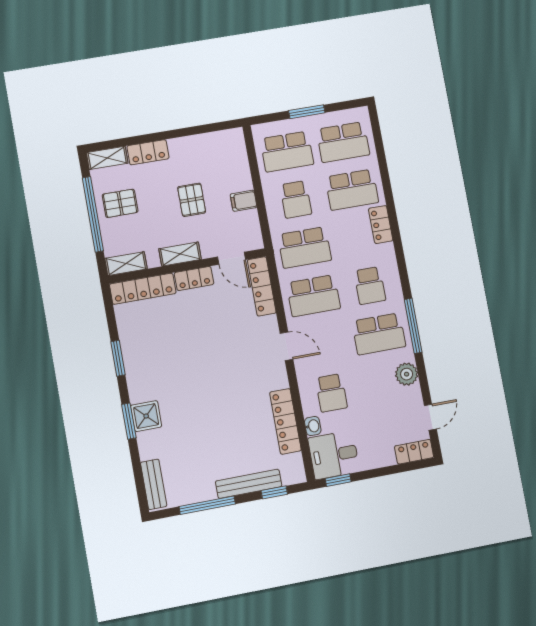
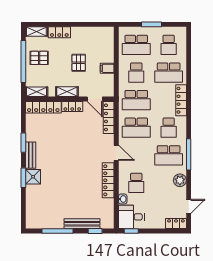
school desk: (343, 142) -> (169, 45), width x0.54
locker: (381, 225) -> (181, 100), width x1.53
locker: (285, 421) -> (108, 180), moved
bench: (154, 484) -> (31, 155), moved

